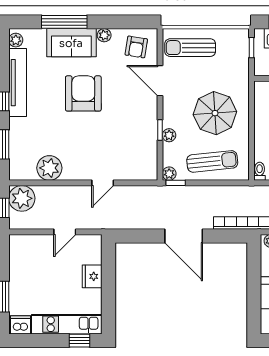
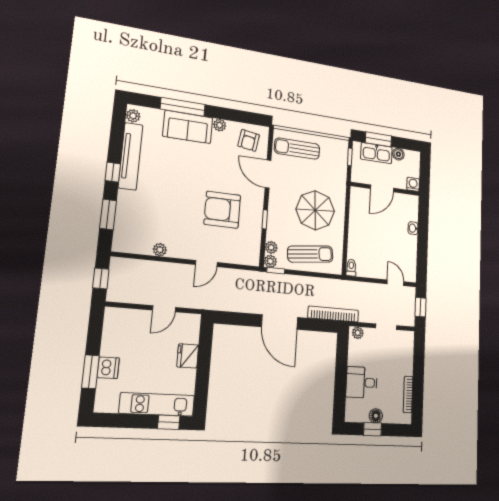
armchair: (83, 93) -> (222, 210), moved, turned -90
plant: (169, 135) -> (271, 247), moved
plant: (49, 168) -> (160, 250), width x0.53, depth x0.53
plant: (22, 198) -> (123, 271), removed
dishwasher: (21, 325) -> (108, 368), moved, turned 90

